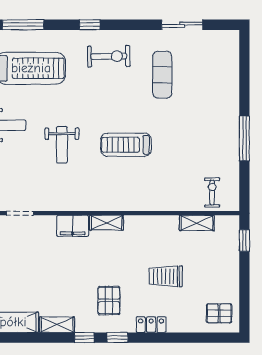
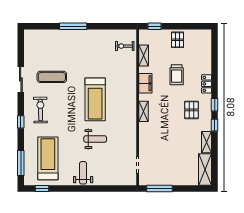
sliding door: (182, 25) -> (21, 79), moved
window: (244, 138) -> (73, 26), moved
treadmill: (126, 145) -> (95, 99), width x1.37, depth x1.38
filing cabinet: (73, 226) -> (145, 83), moved
pallet: (109, 300) -> (192, 110), turned 90
pallet: (219, 313) -> (177, 40), moved

